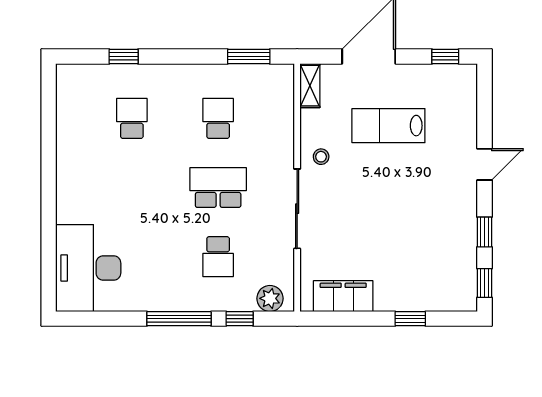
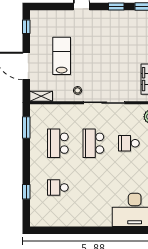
school desk: (218, 118) -> (58, 143), width x1.85
lab bench: (388, 126) -> (62, 56), turned 180
school desk: (218, 257) -> (129, 143), turned 180

